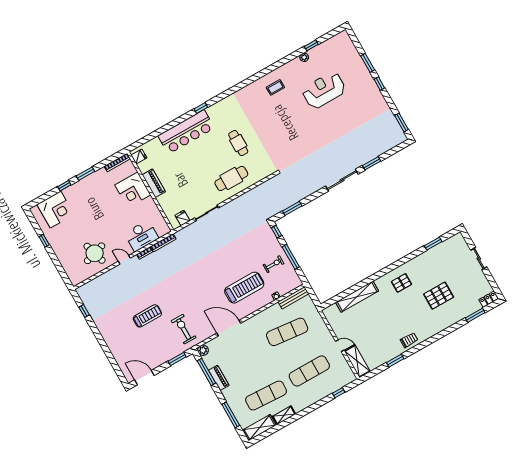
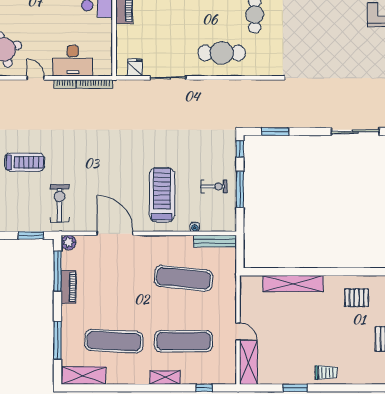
treadmill: (244, 288) -> (162, 195), turned -90
shelving: (284, 415) -> (165, 377), moved

